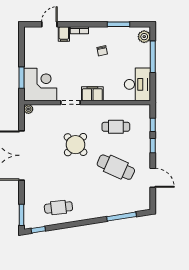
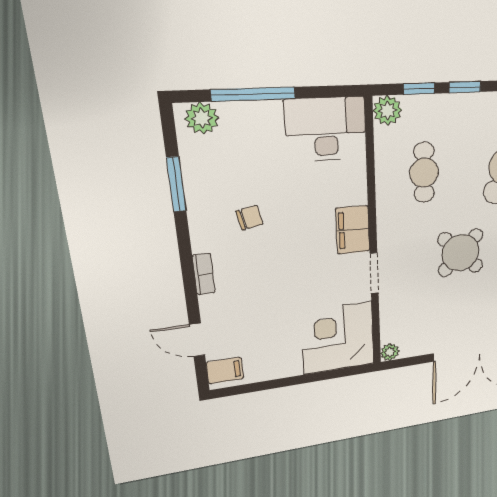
filing cabinet: (64, 34) -> (225, 371), moved
window: (22, 78) -> (325, 375), removed
plant: (144, 111) -> (387, 110), added

